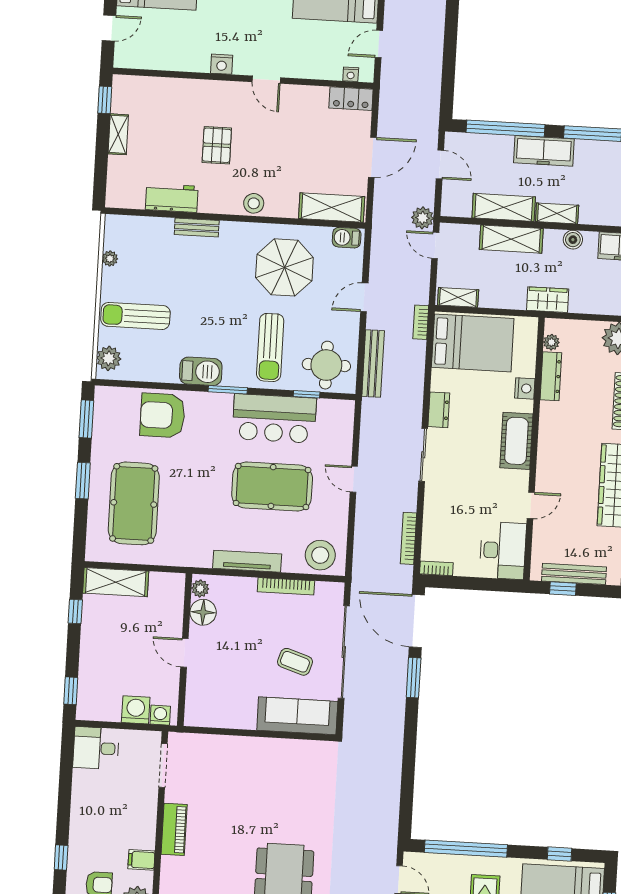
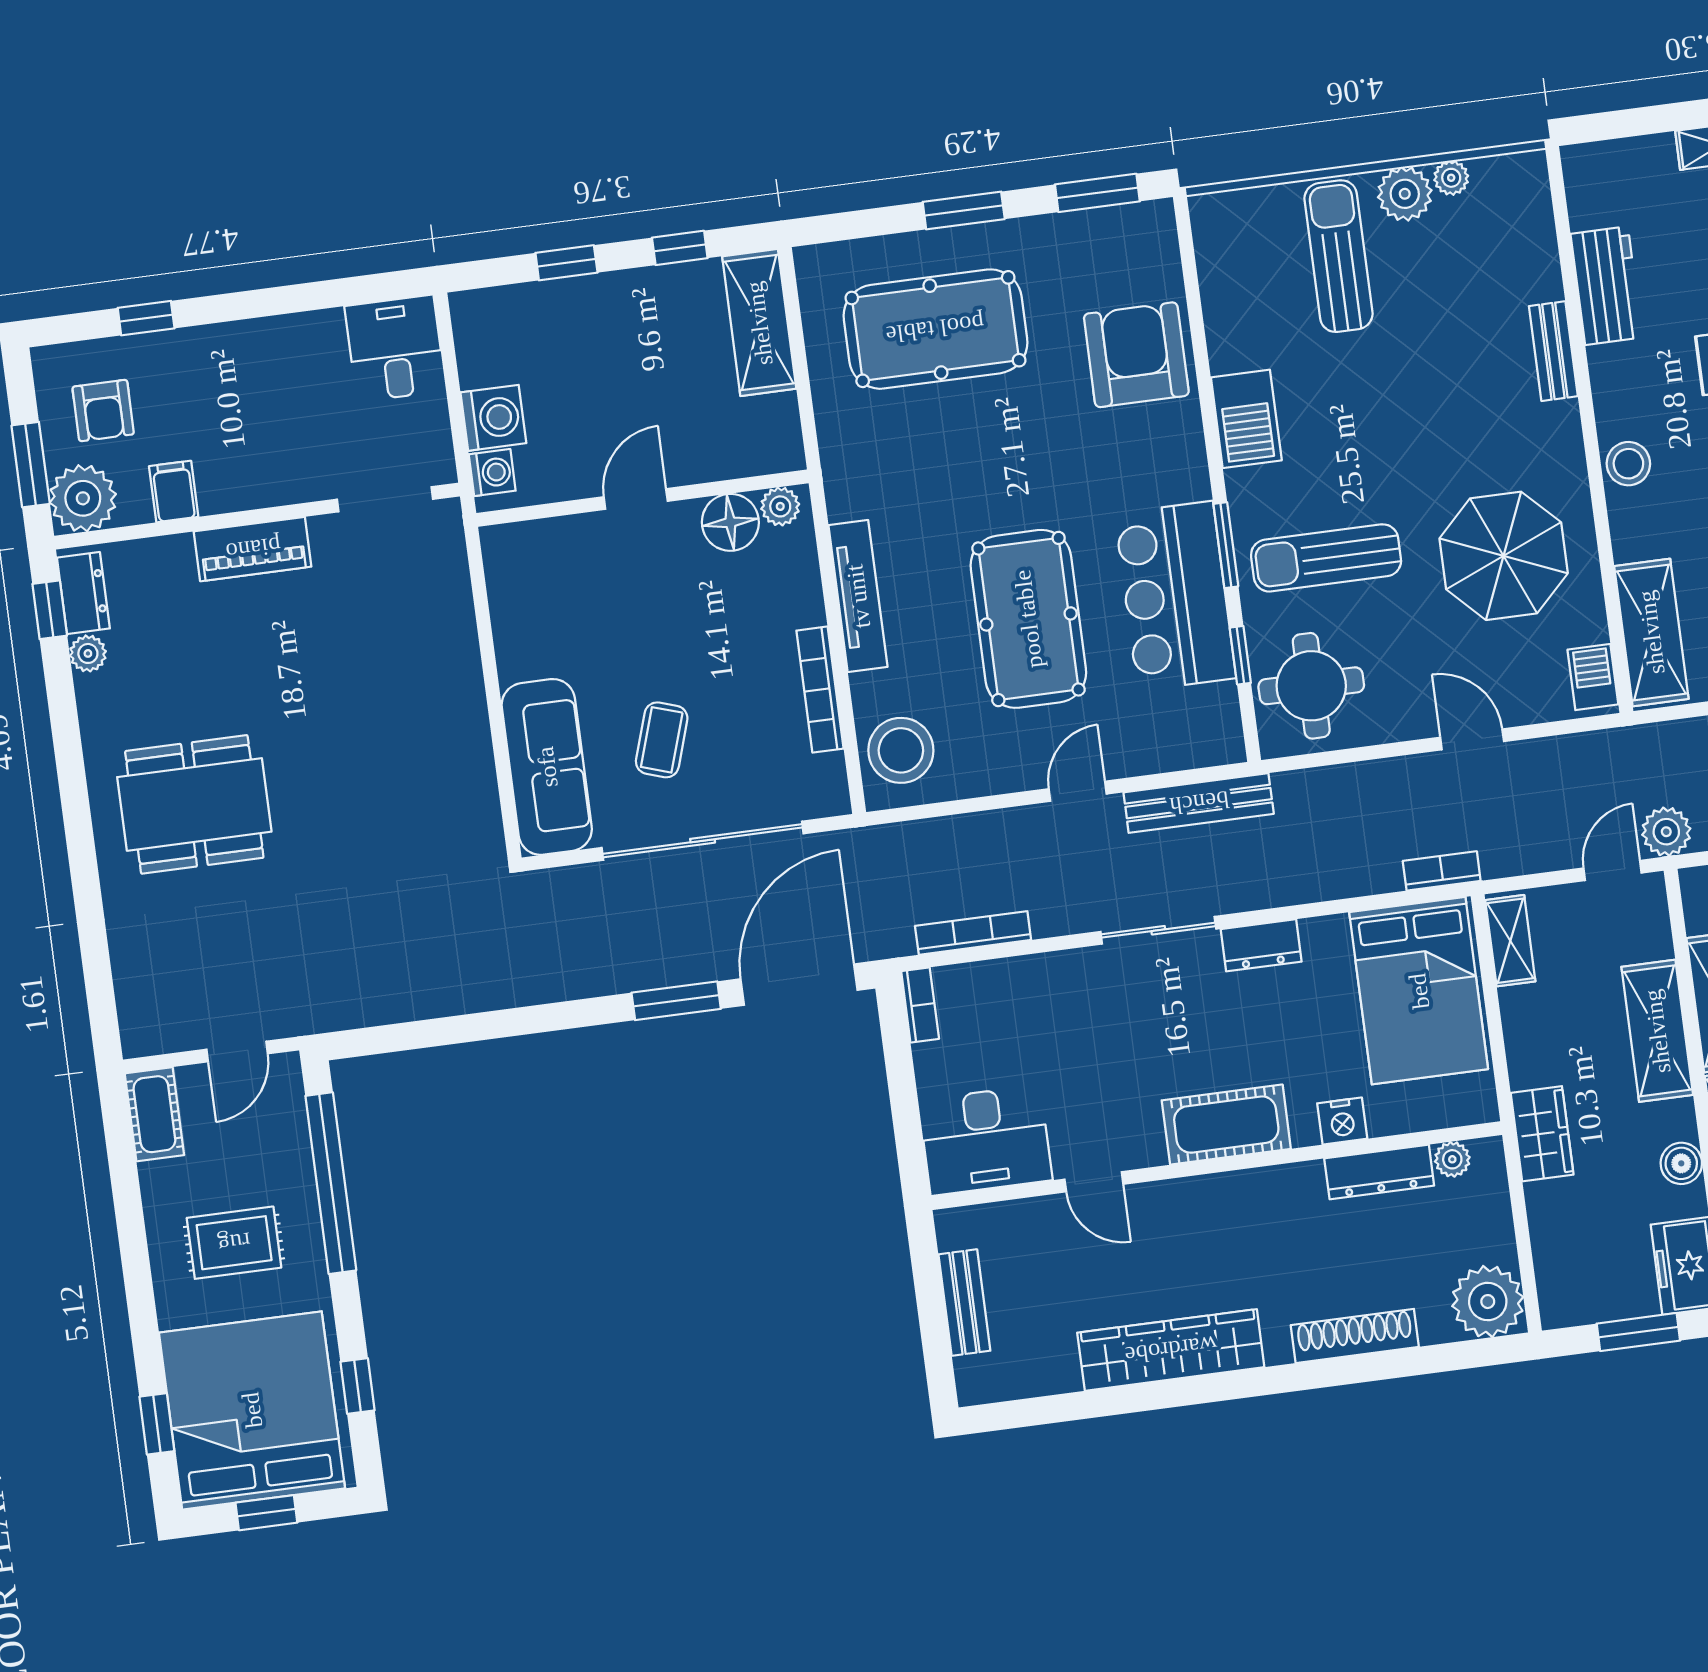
plant: (109, 358) -> (1405, 194), moved
bench: (373, 363) -> (1199, 803), moved
window: (228, 390) -> (1226, 545), moved
bench: (574, 574) -> (964, 1303), width x0.73
window: (563, 589) -> (928, 1285), removed
window: (71, 691) -> (566, 263), moved

